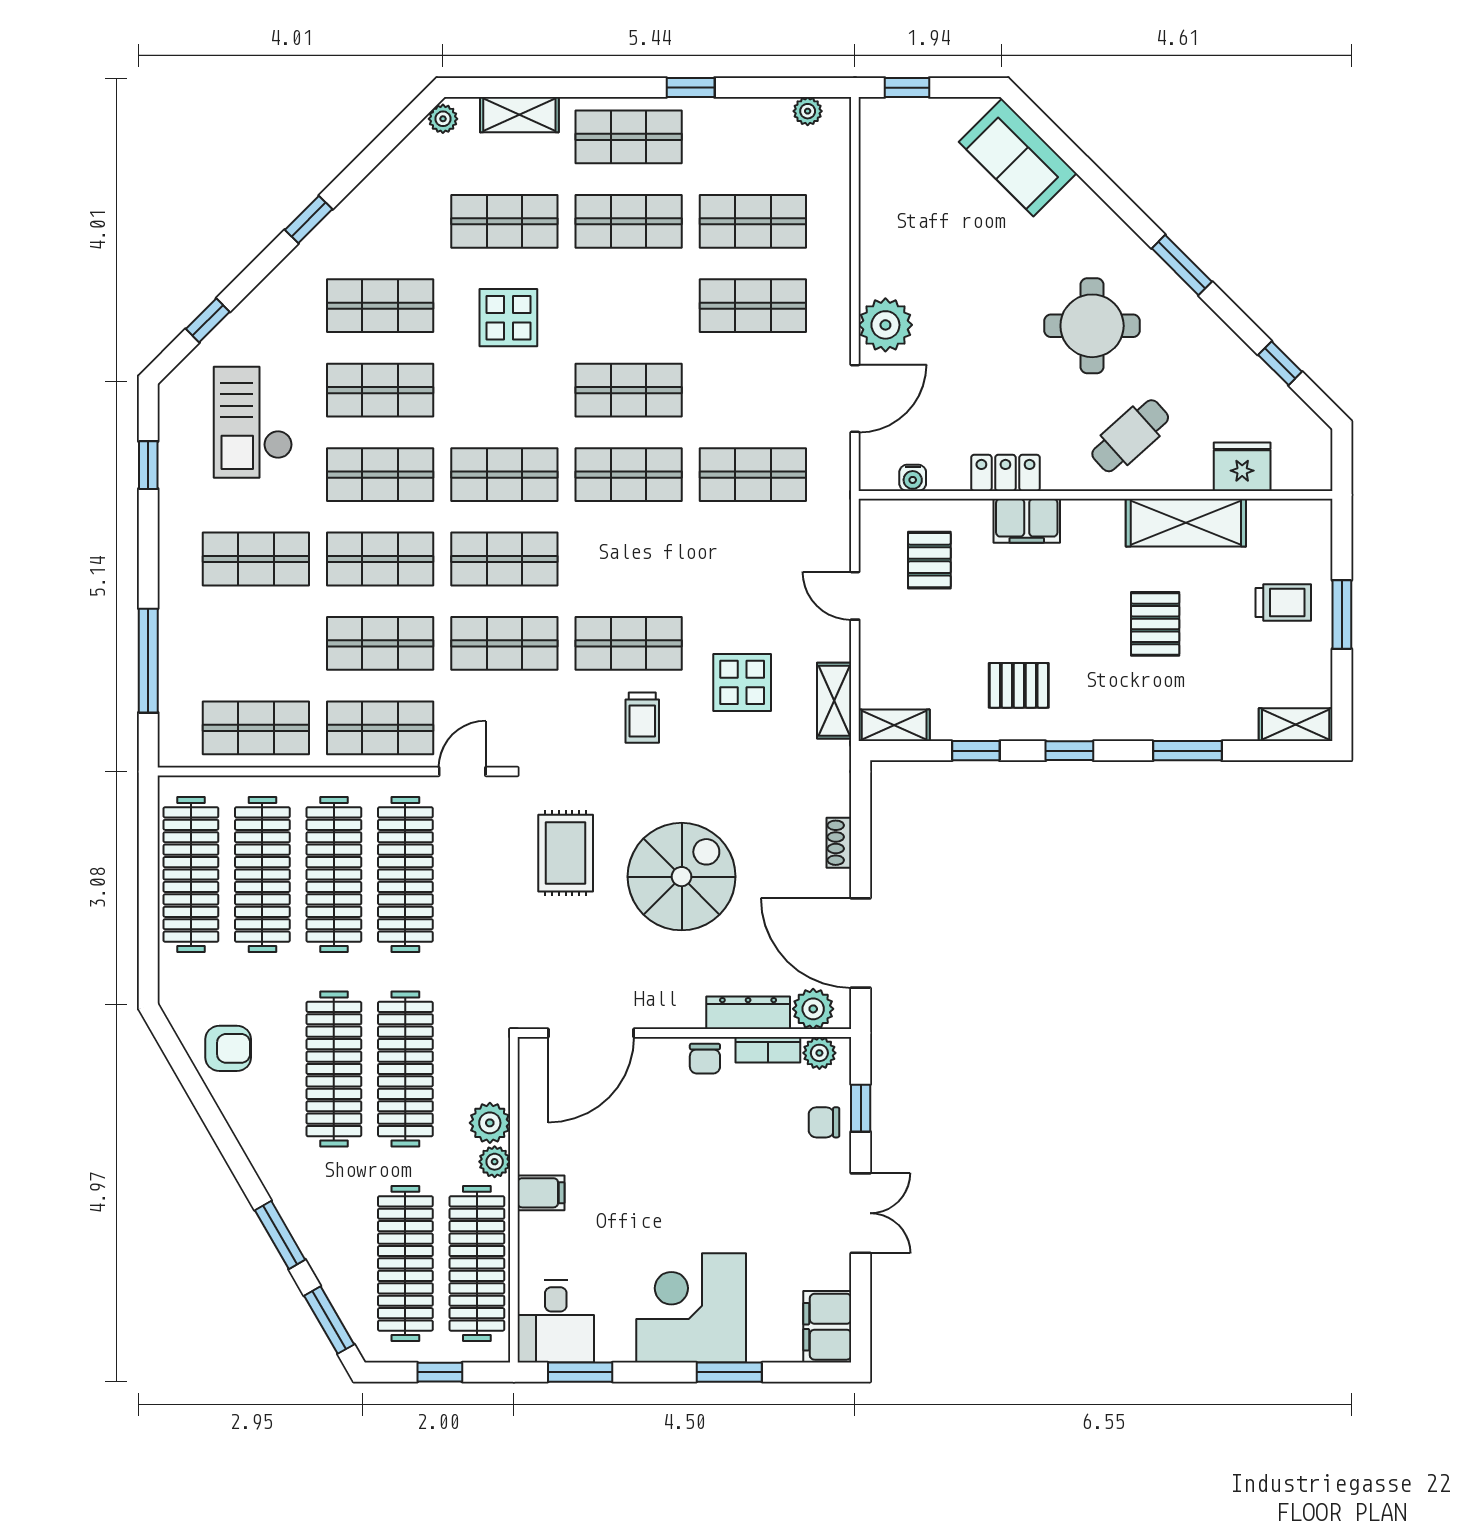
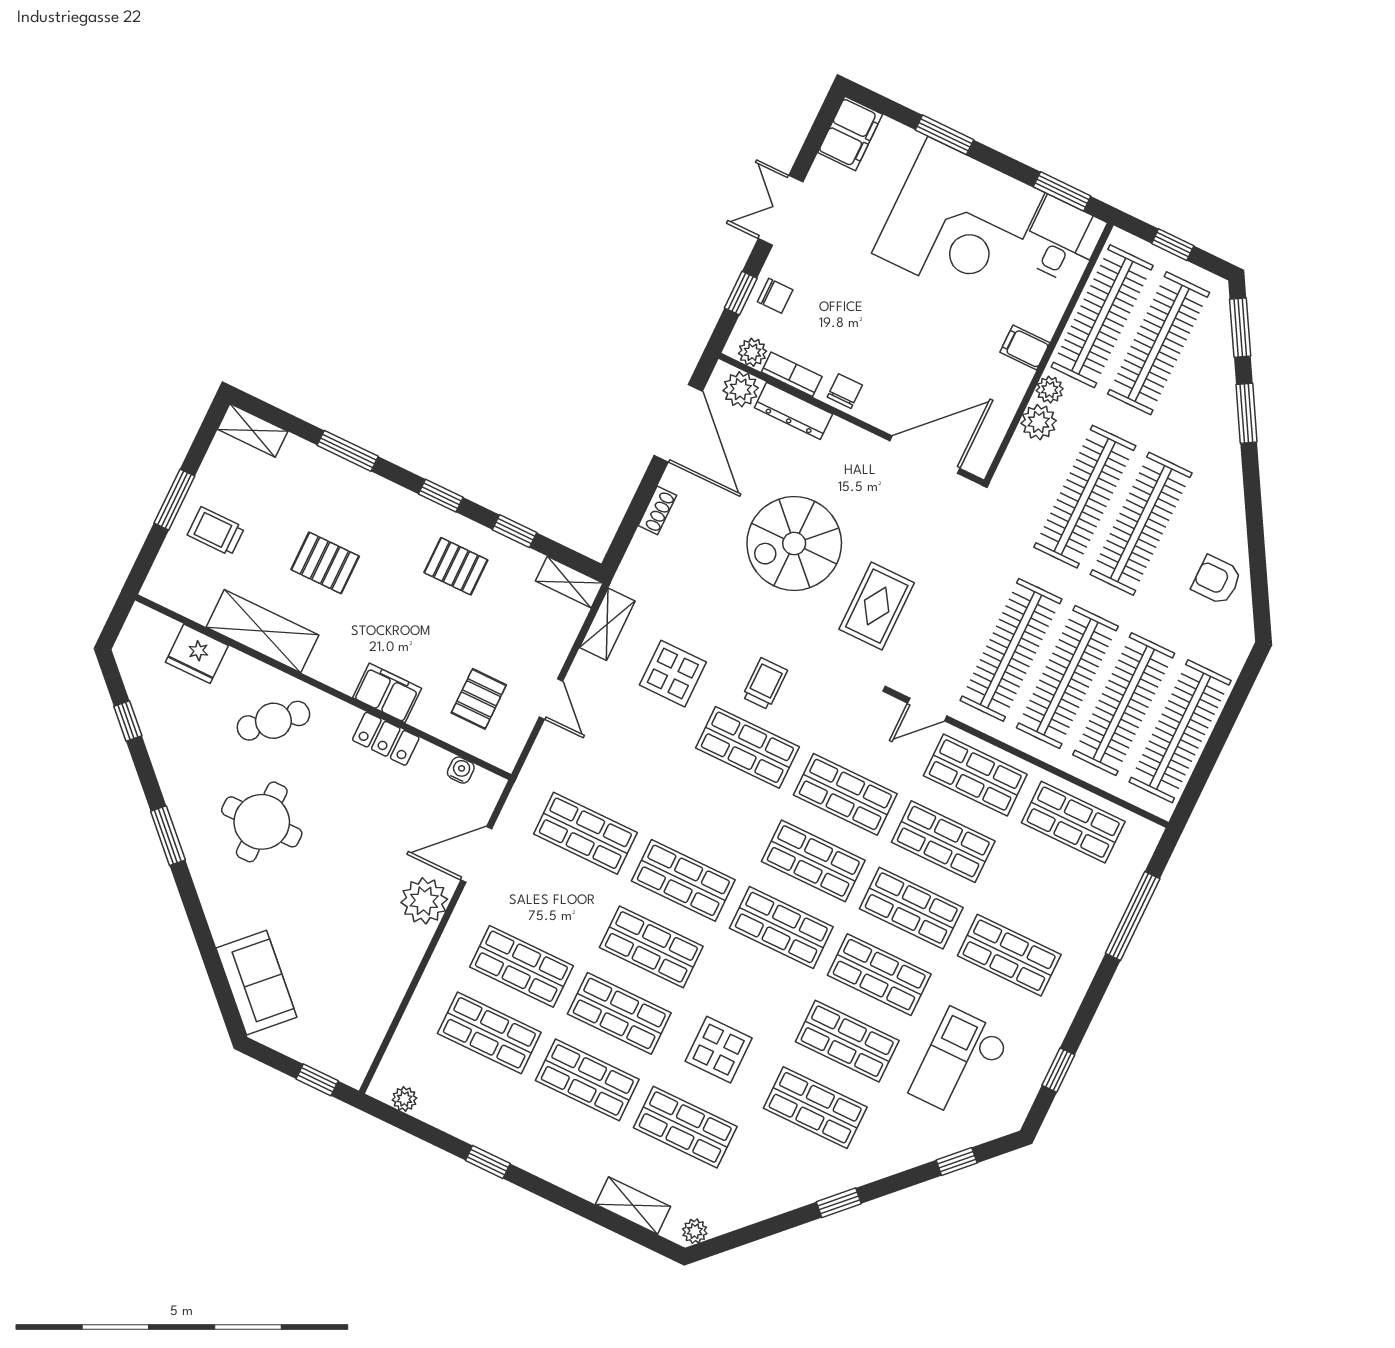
shop shelf: (629, 137) -> (619, 1013), moved
checkout: (253, 422) -> (960, 1064), turned 180
pallet: (1155, 624) -> (325, 563), turned 90
corner desk: (691, 1308) -> (958, 223), width x1.36, depth x1.36

